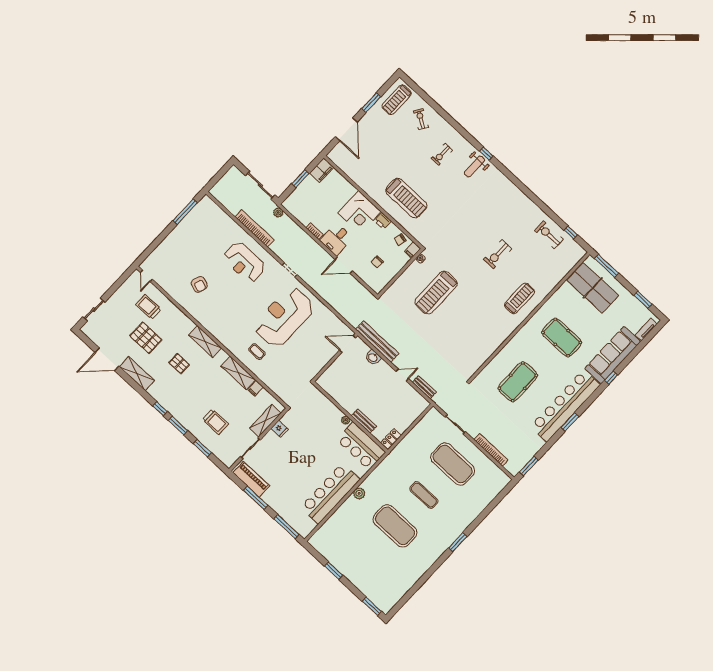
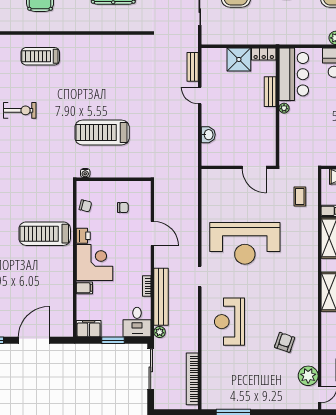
treadmill: (406, 198) -> (45, 234), turned -90
bookcase: (255, 228) -> (192, 379), moved
desk: (336, 239) -> (137, 322), moved, turned 90
filing cabinet: (413, 250) -> (84, 288), moved
reception desk: (244, 262) -> (229, 322), turned 180
plant: (165, 280) -> (308, 376), added
treadmill: (436, 293) -> (102, 132), turned 180
bench: (377, 341) -> (161, 297), moved
door: (348, 344) -> (254, 167), moved
coffee table: (257, 352) -> (300, 197), moved
shower: (402, 420) -> (239, 59), added

